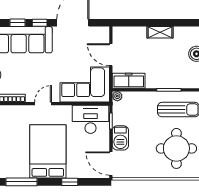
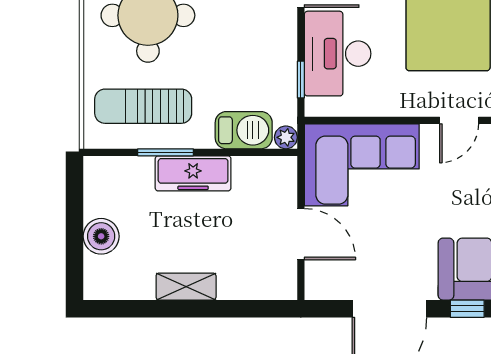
freezer: (129, 81) -> (193, 173), moved
desk: (91, 119) -> (338, 54), moved, turned 90
barbecue: (120, 138) -> (244, 130), moved, turned 90

